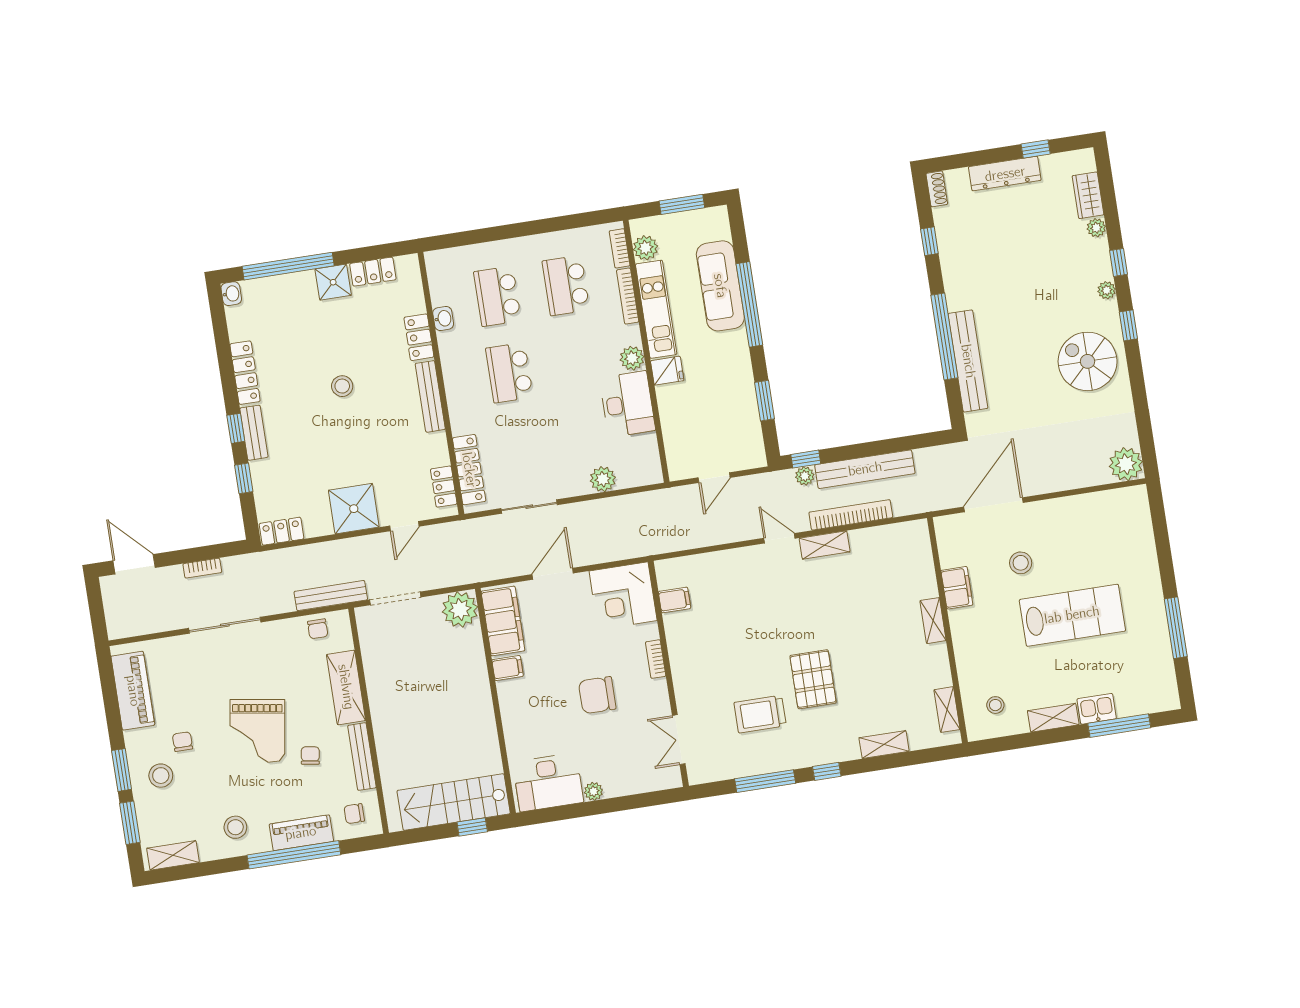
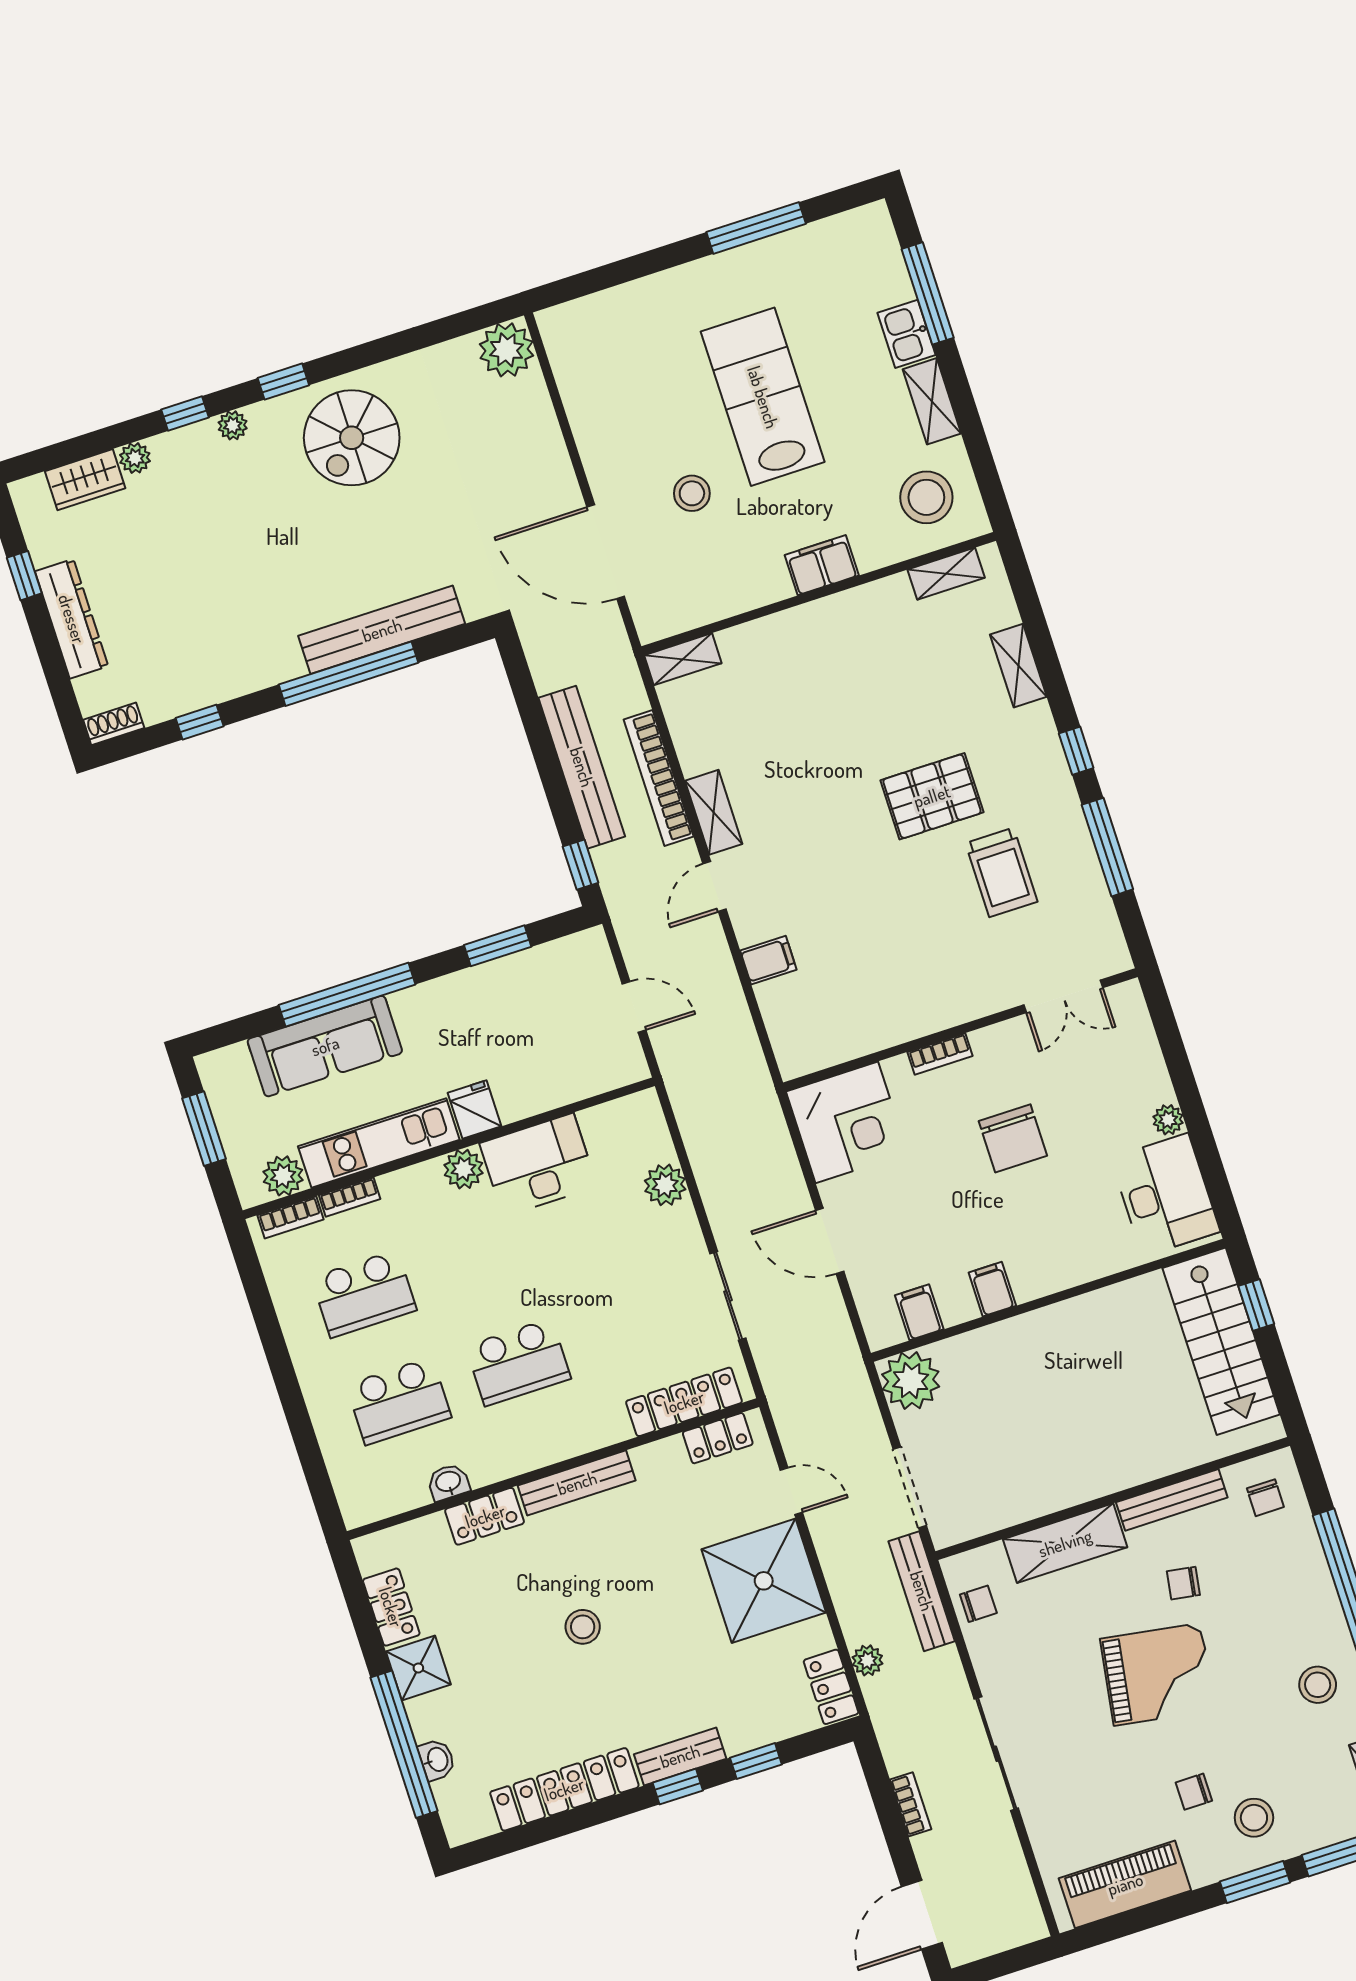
washbasin: (231, 294) -> (437, 1760), moved, turned 90
bookcase: (628, 296) -> (350, 1197), width x0.64
locker: (245, 373) -> (564, 1789), width x1.41, depth x1.21
plant: (805, 476) -> (867, 1660), moved
shower: (354, 509) -> (764, 1581), width x1.37, depth x1.37
filing cabinet: (957, 588) -> (822, 565), moved
filing cabinet: (675, 600) -> (768, 960), moved, turned 90
filing cabinet: (503, 621) -> (919, 1312), width x0.33, depth x0.86
shelving: (933, 621) -> (683, 659), moved
stool: (995, 705) -> (926, 497), width x1.89, depth x1.89
piano: (301, 833) -> (1310, 1578), removed

